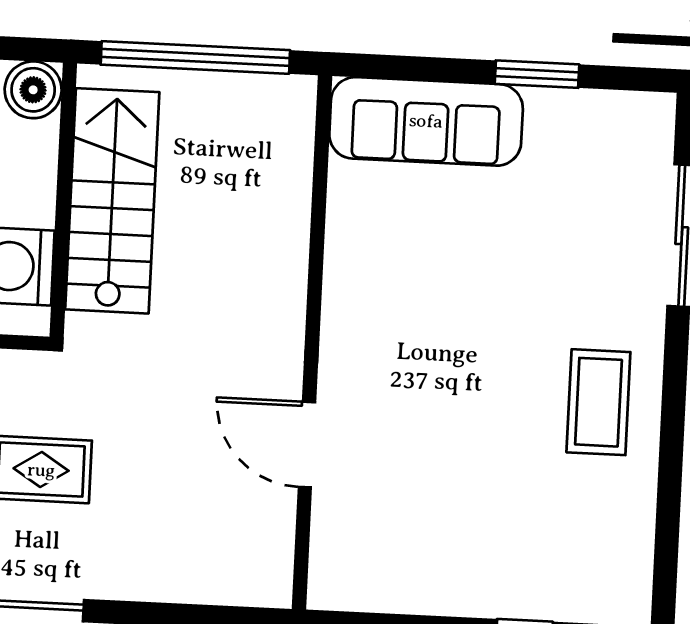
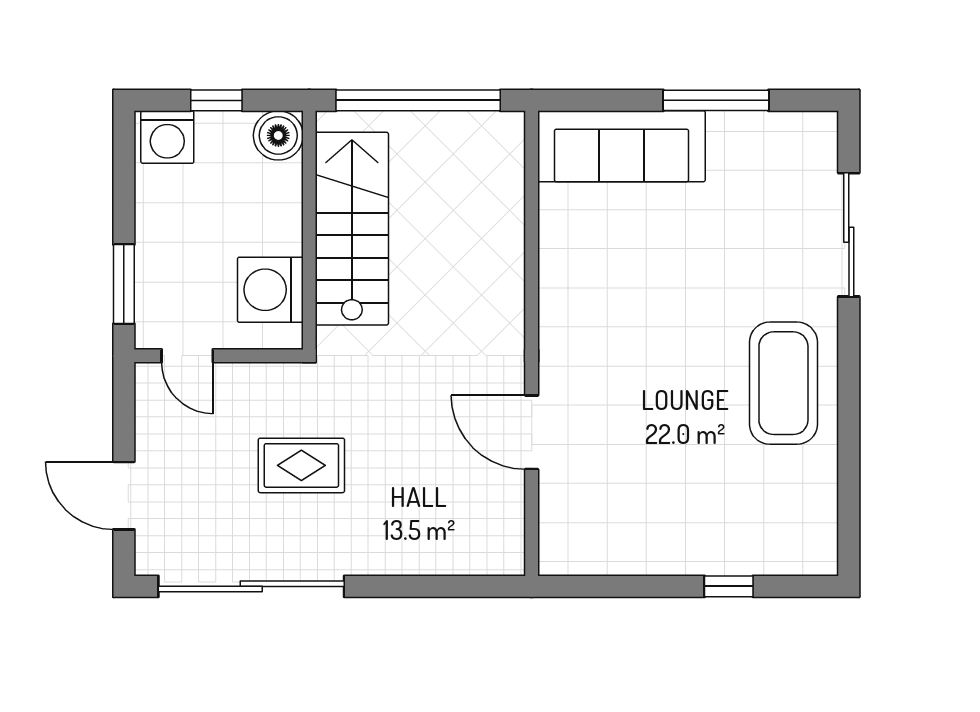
window: (537, 74) -> (716, 100), width x1.44
coffee table: (598, 402) -> (783, 383), width x1.36, depth x1.32

